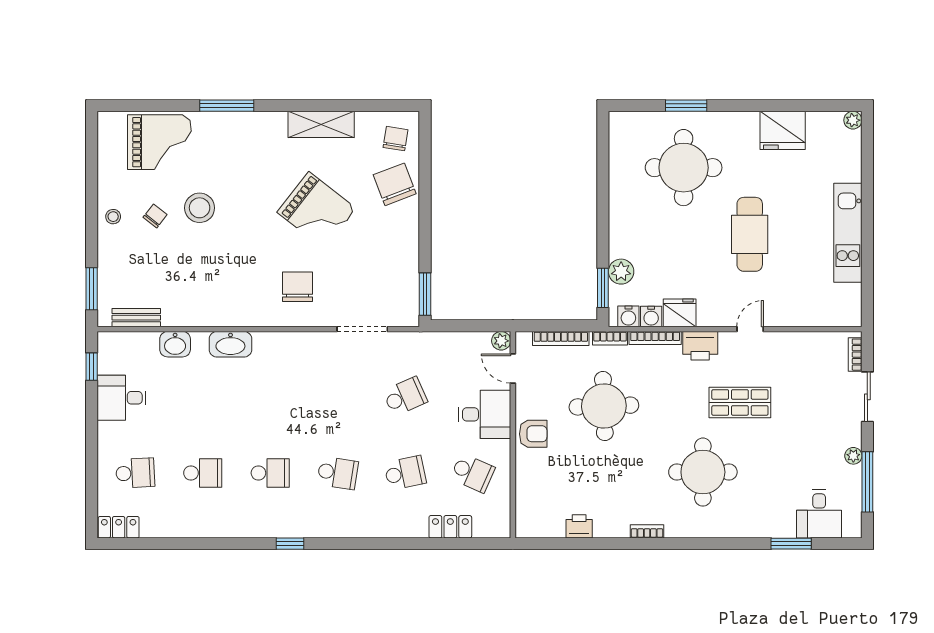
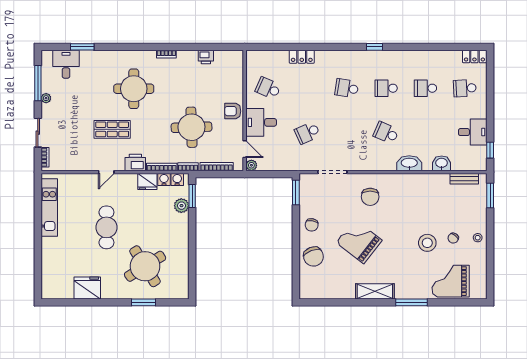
plant: (853, 120) -> (46, 294), removed
shelving: (321, 124) -> (375, 291), moved
chair: (396, 139) -> (312, 225), moved
round table: (684, 168) -> (145, 266), turned -32
kitchen unit: (848, 233) -> (49, 208), moved
school desk: (405, 473) -> (386, 133), moved, turned 36
locker: (450, 527) -> (302, 57), moved

